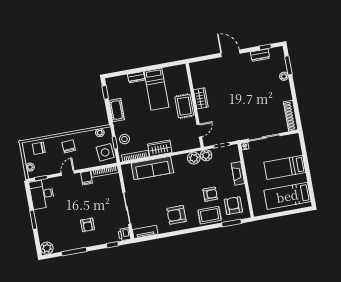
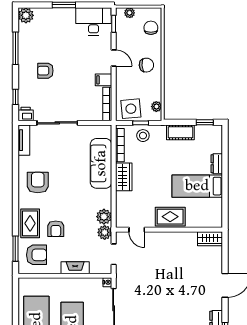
wardrobe: (201, 98) -> (210, 239), moved

